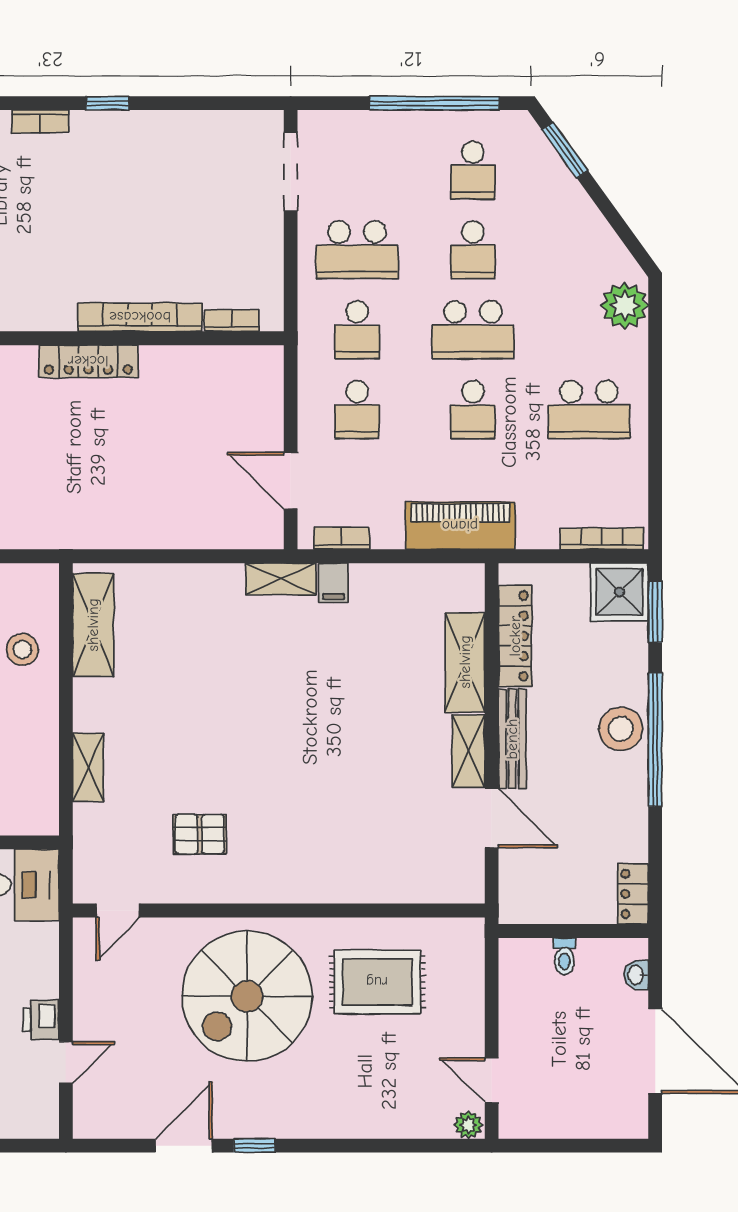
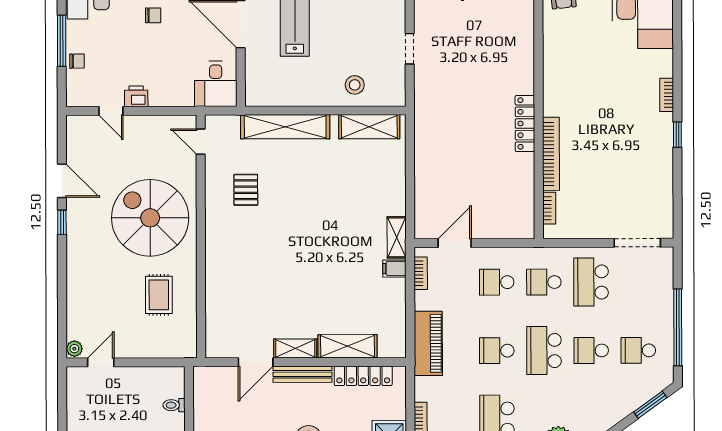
shelving: (88, 767) -> (285, 127), width x2.20, depth x1.33
rug: (377, 982) -> (159, 295), width x0.73, depth x0.70

